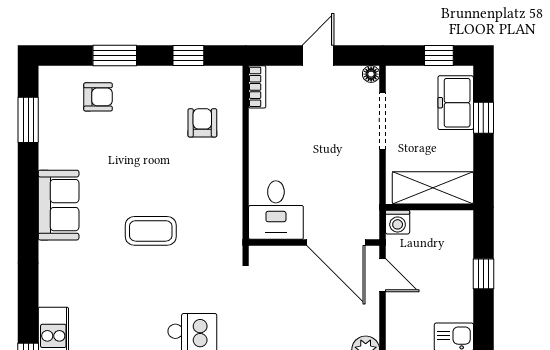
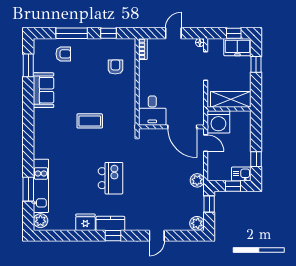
window: (115, 55) -> (72, 33), width x1.44
freezer: (456, 103) -> (237, 47), moved, turned -90
sofa: (59, 205) -> (44, 90), moved
washing machine: (398, 222) -> (218, 122), width x1.89, depth x1.89
window: (483, 274) -> (256, 159), moved

